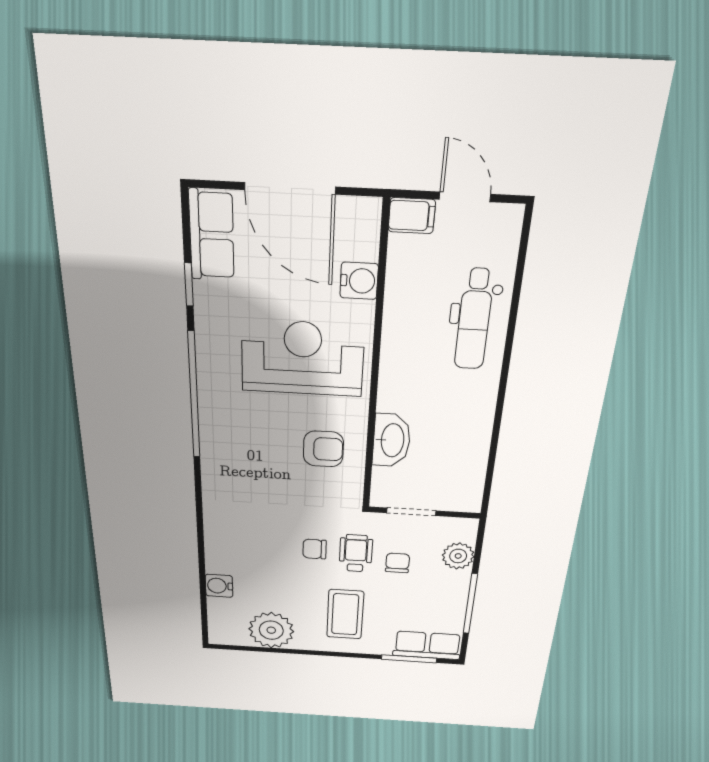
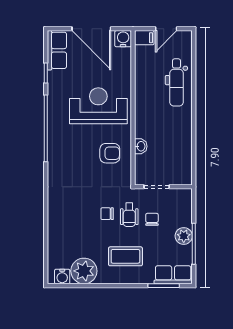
door: (465, 197) -> (166, 29), swing flipped
water cooler: (359, 281) -> (123, 39), moved, turned -90
washbasin: (392, 440) -> (141, 146), width x0.52, depth x0.69
wheelchair: (356, 553) -> (129, 215), turned 180
plant: (458, 556) -> (184, 236), moved
water cooler: (219, 586) -> (62, 276), moved, turned -90
coffee table: (345, 614) -> (125, 256), turned 90

